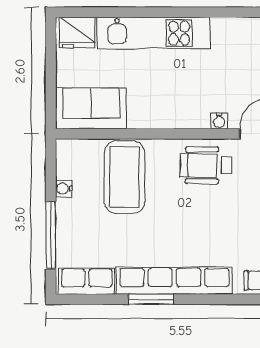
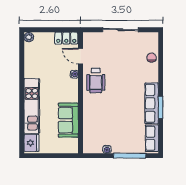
sofa: (91, 108) -> (68, 120), moved
coffee table: (125, 177) -> (101, 120), removed
row of seats: (174, 281) -> (152, 103), width x0.73

